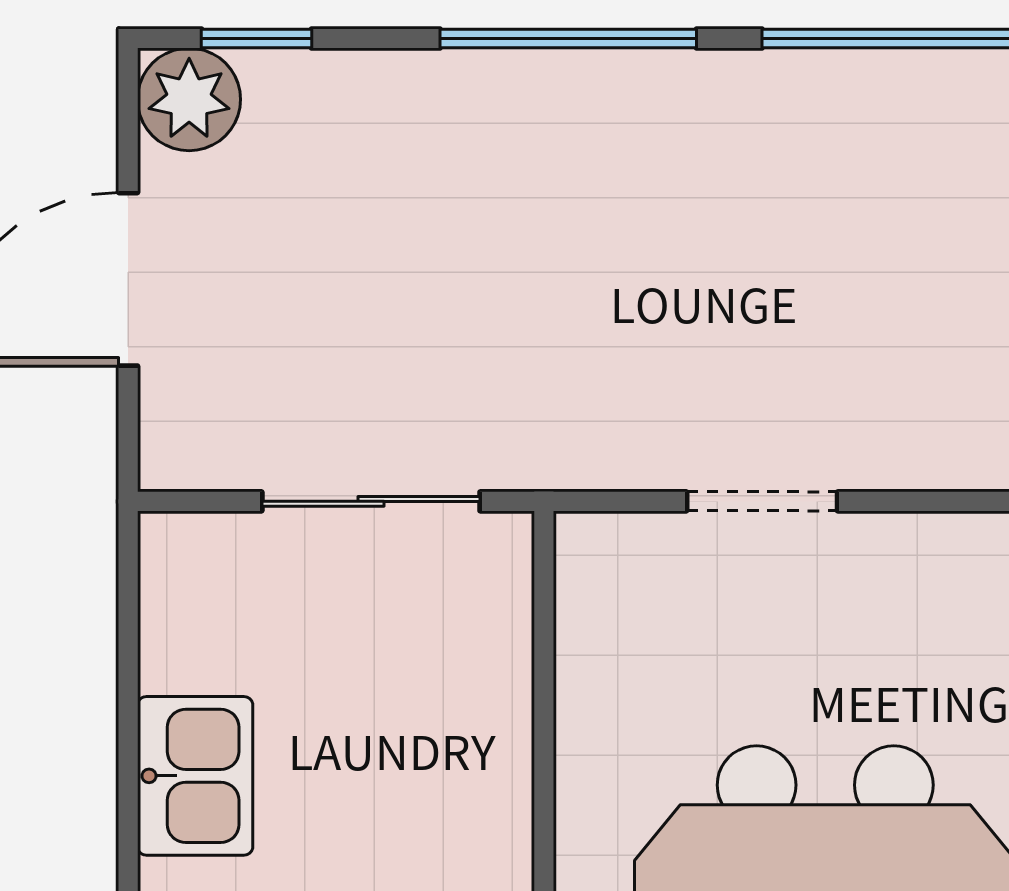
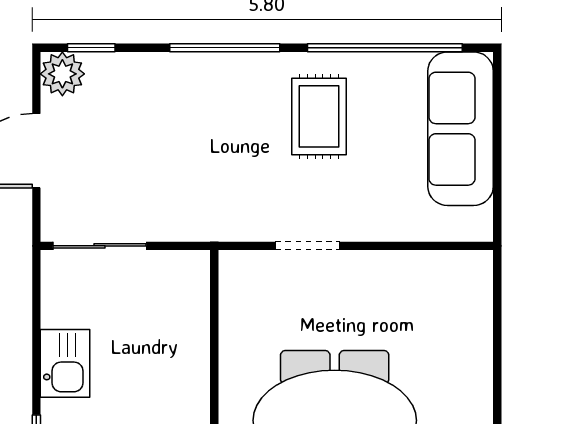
rug: (789, 199) -> (319, 116), added
sliding door: (371, 501) -> (100, 246), moved

